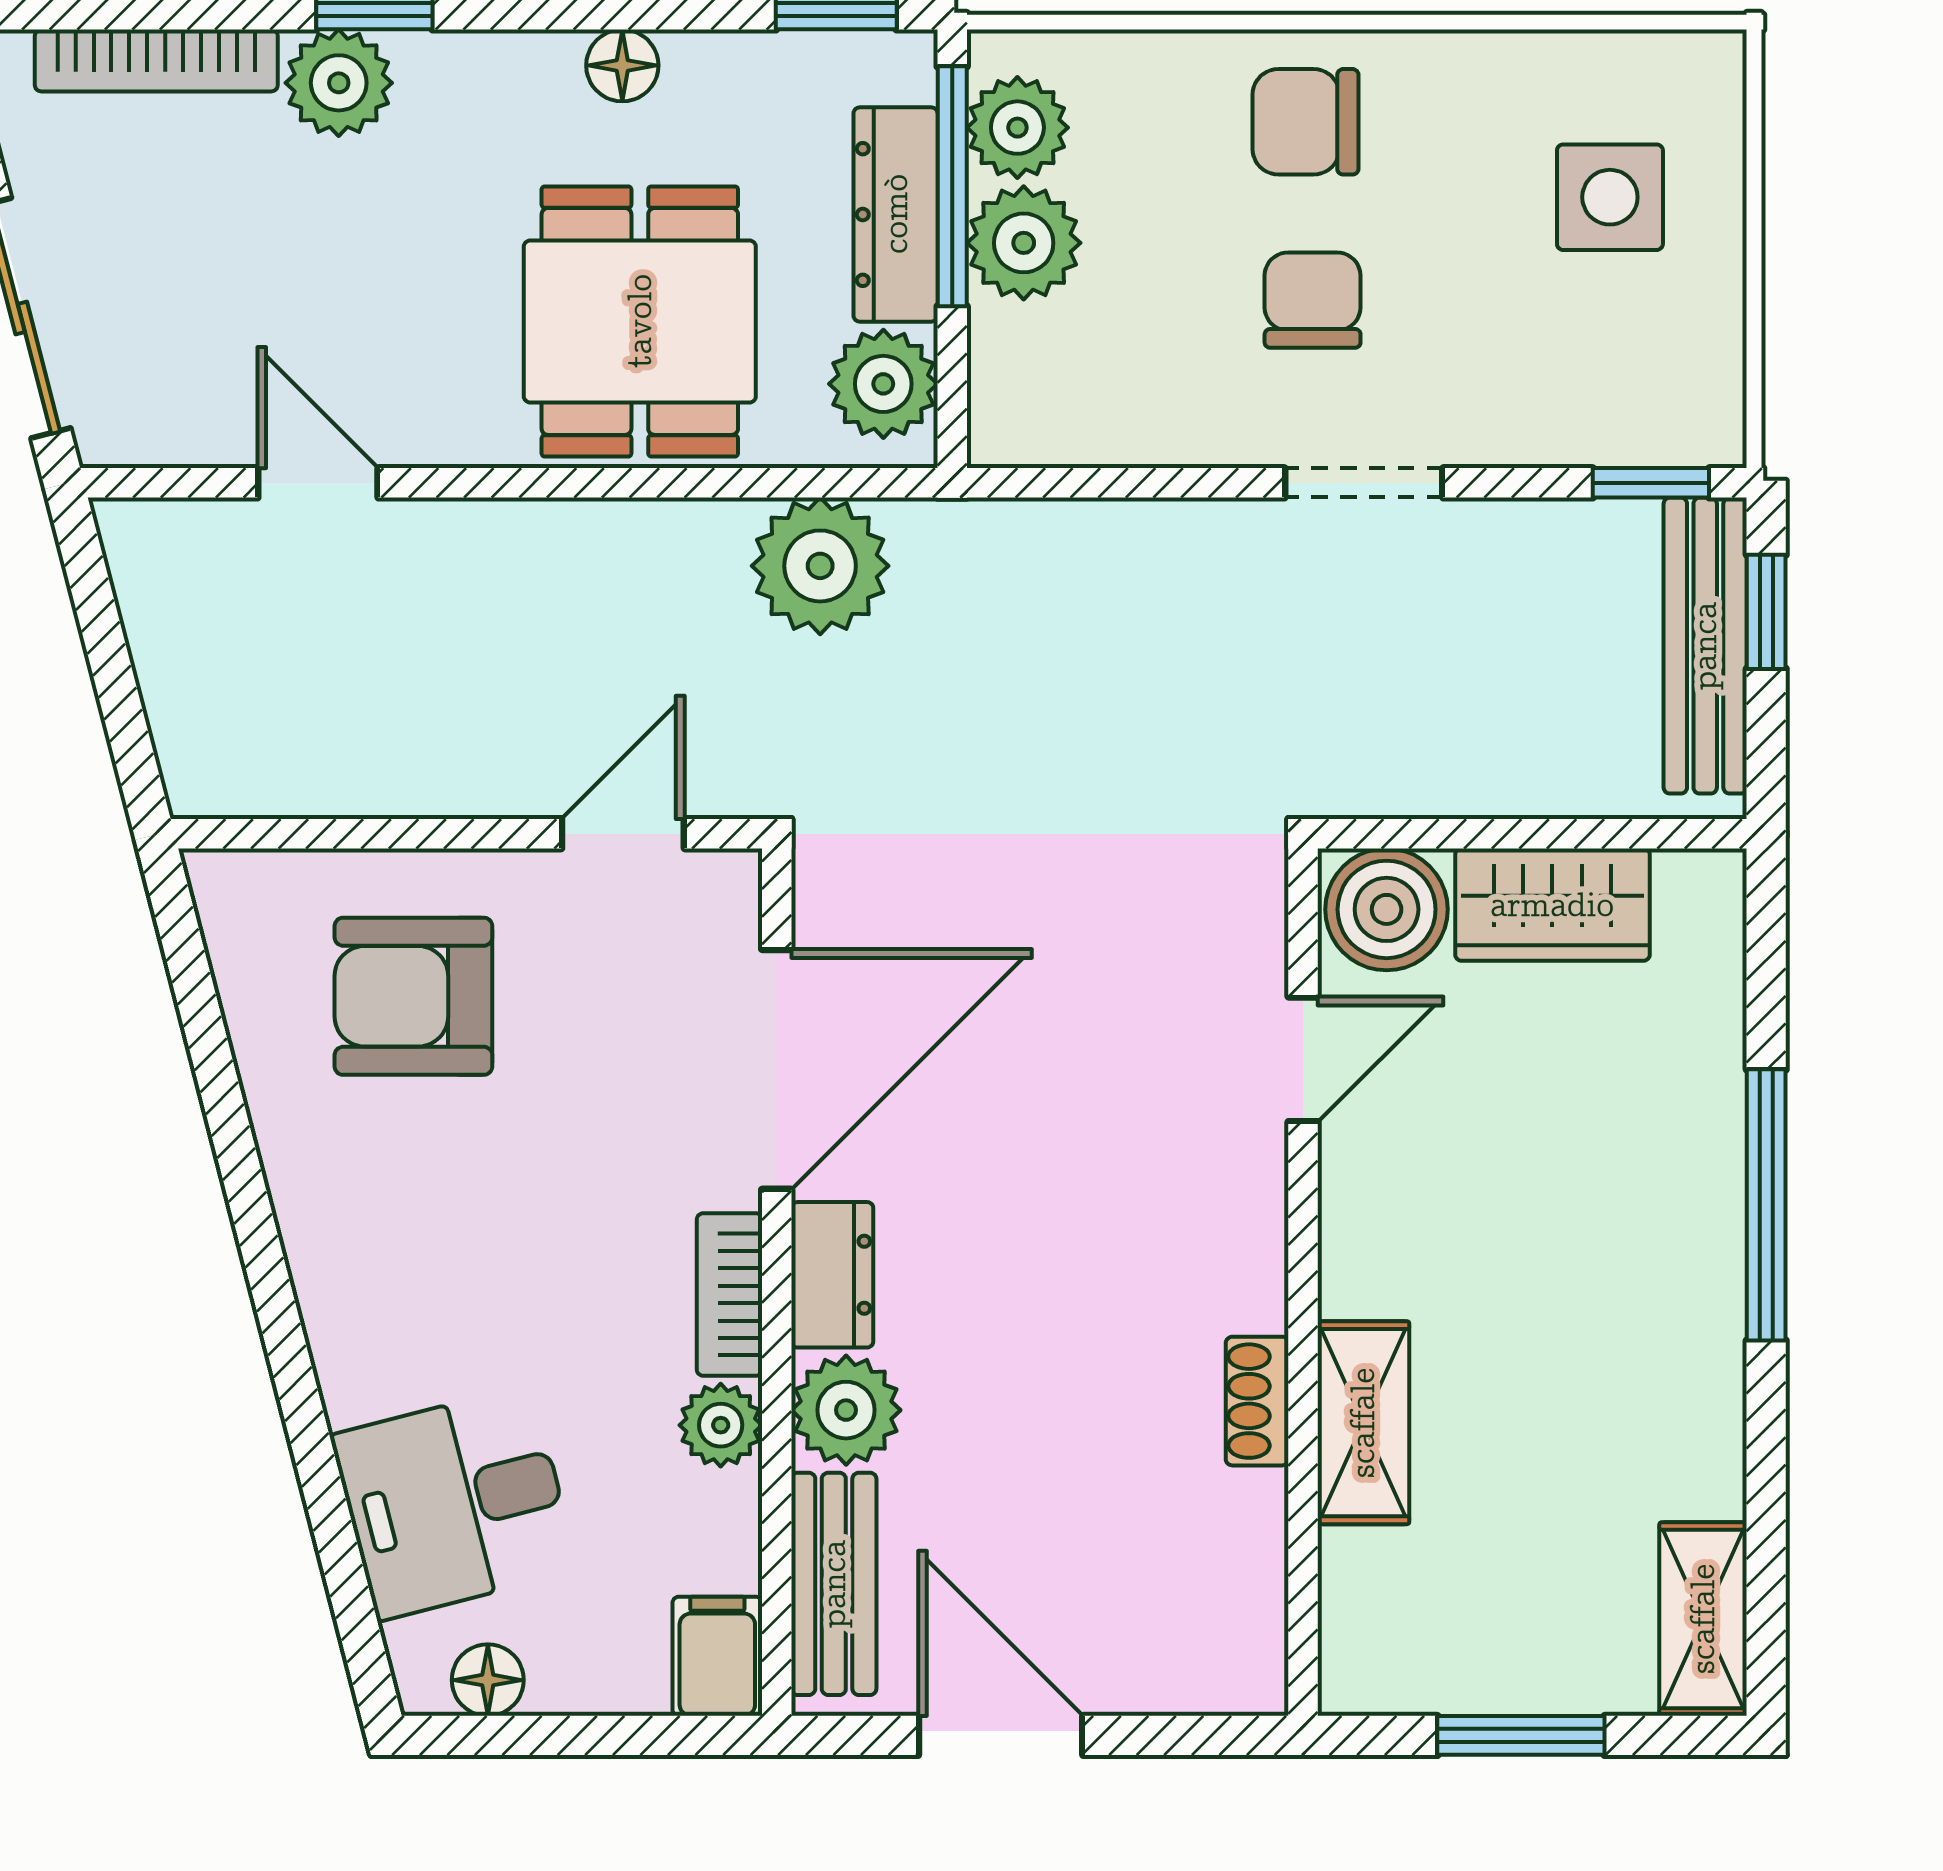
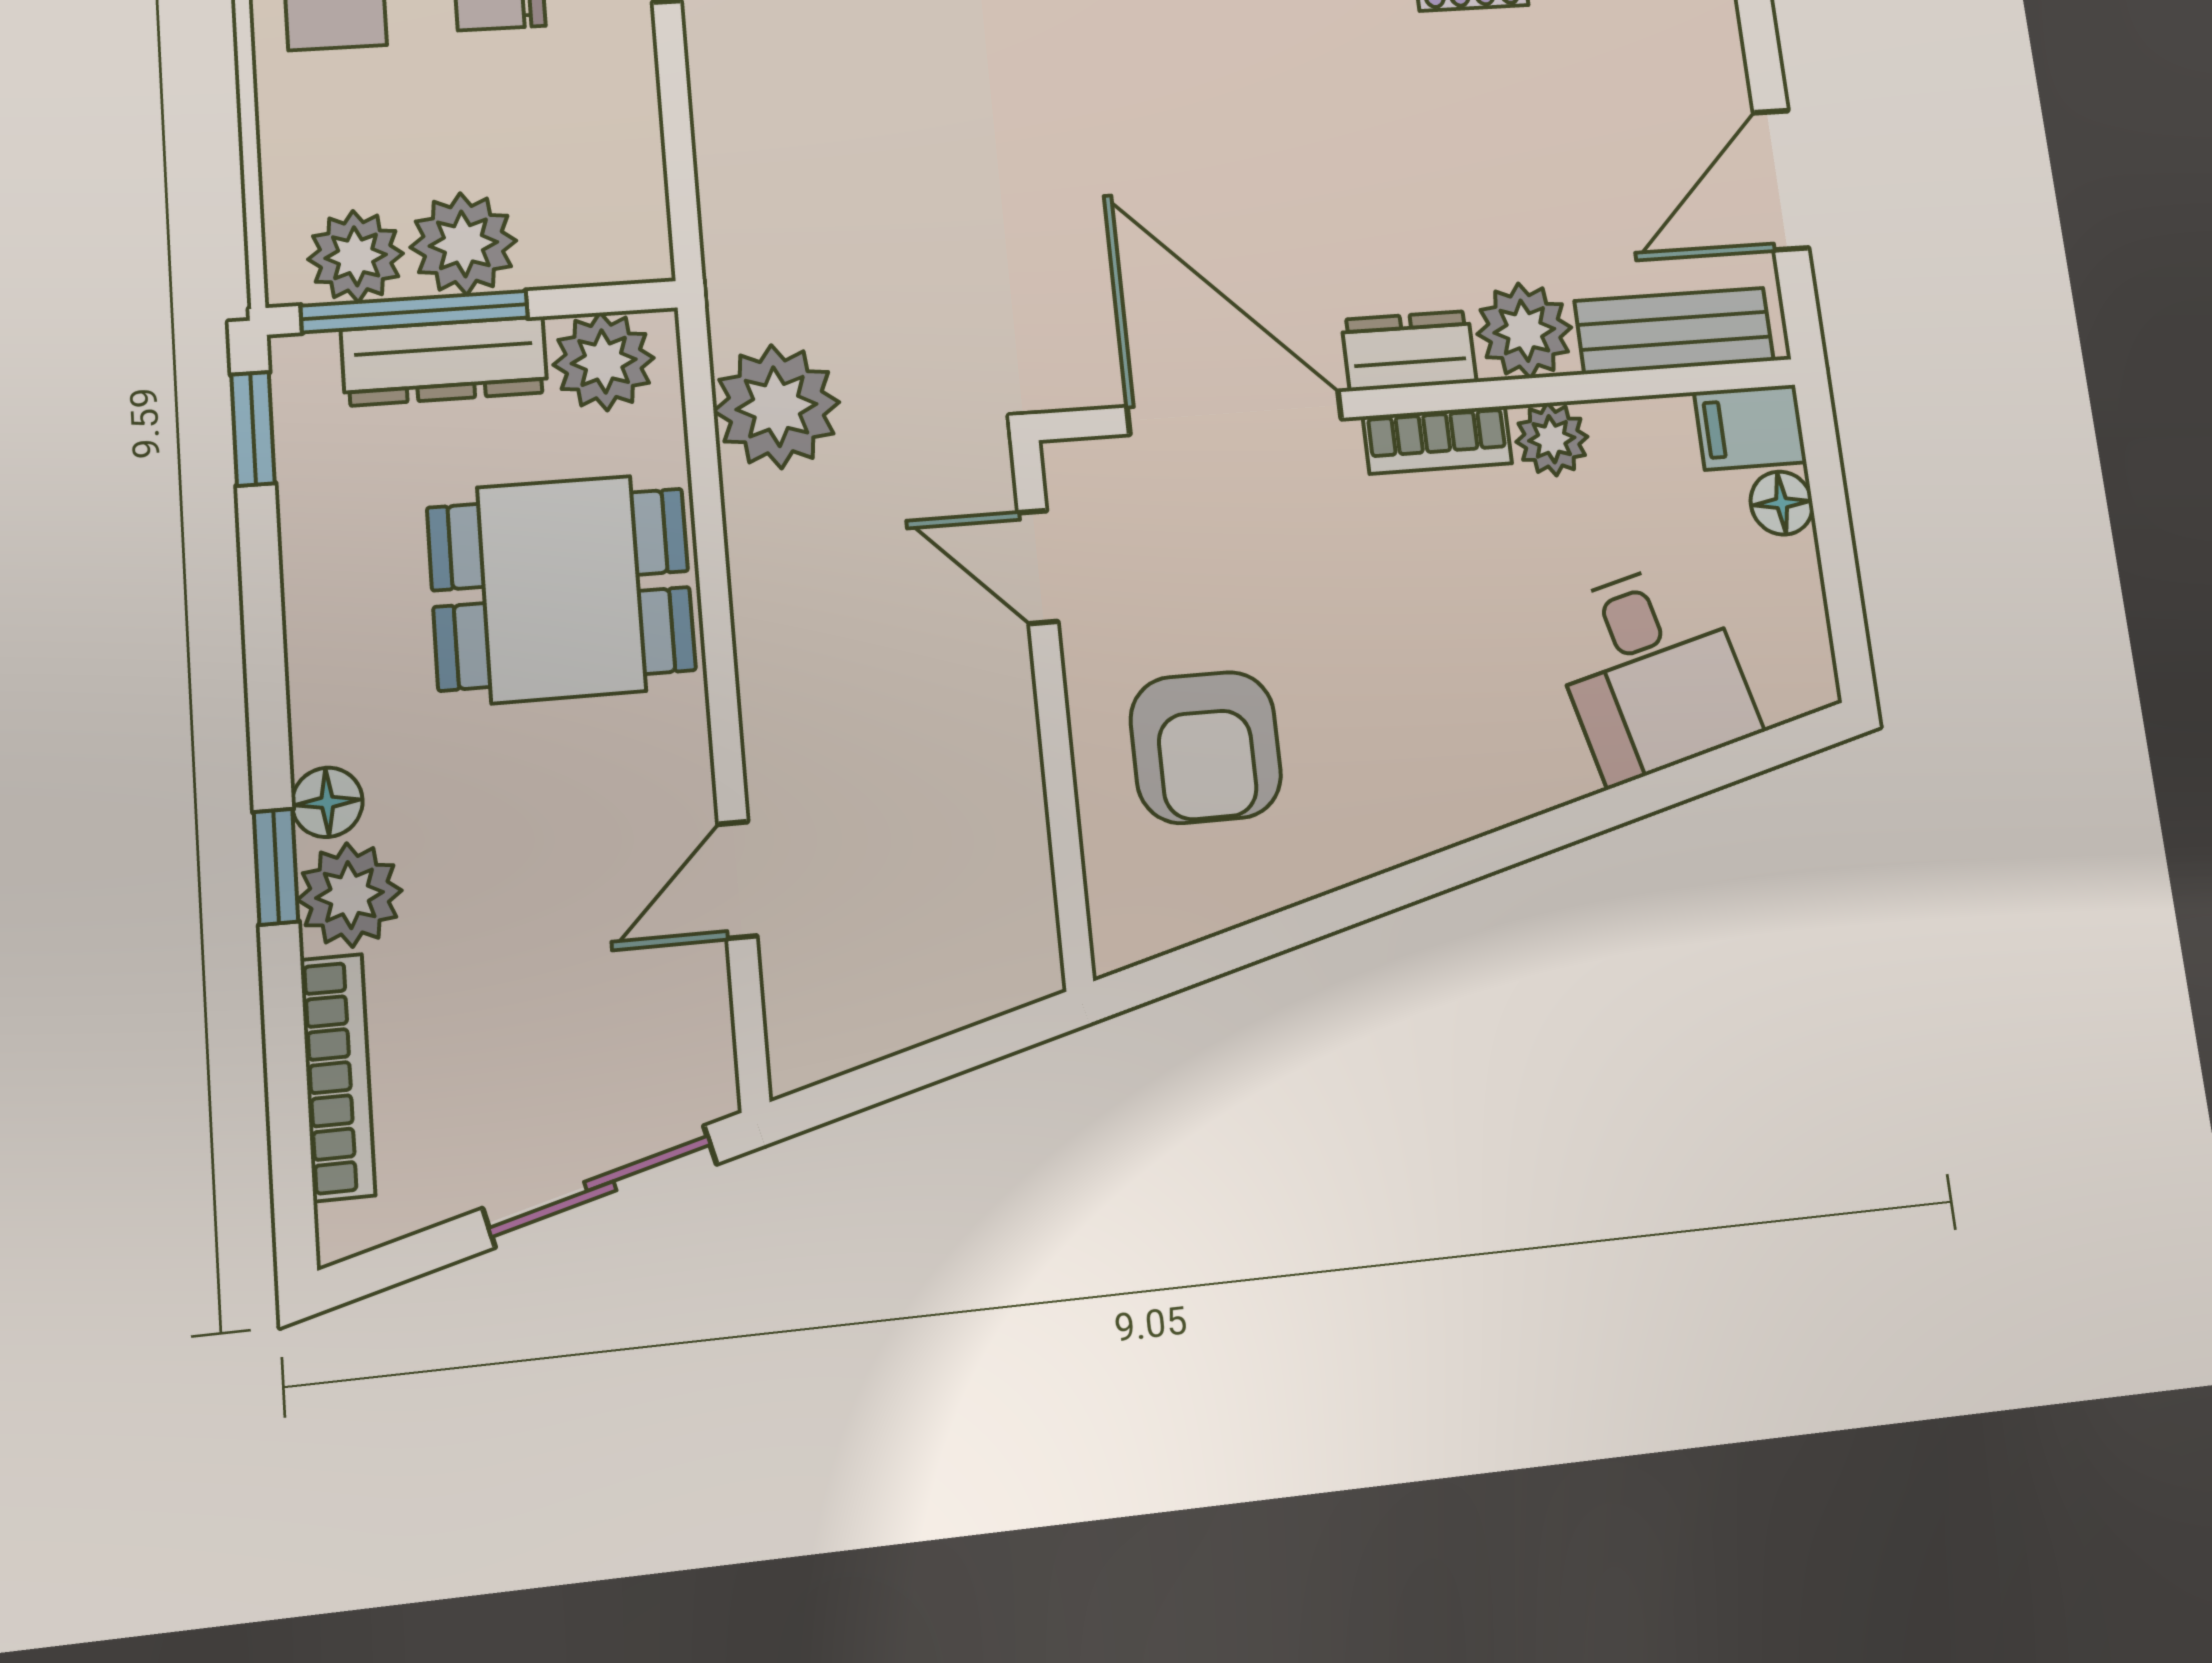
floor lamp: (622, 65) -> (327, 802), moved
floor lamp: (488, 1680) -> (1782, 503), moved

